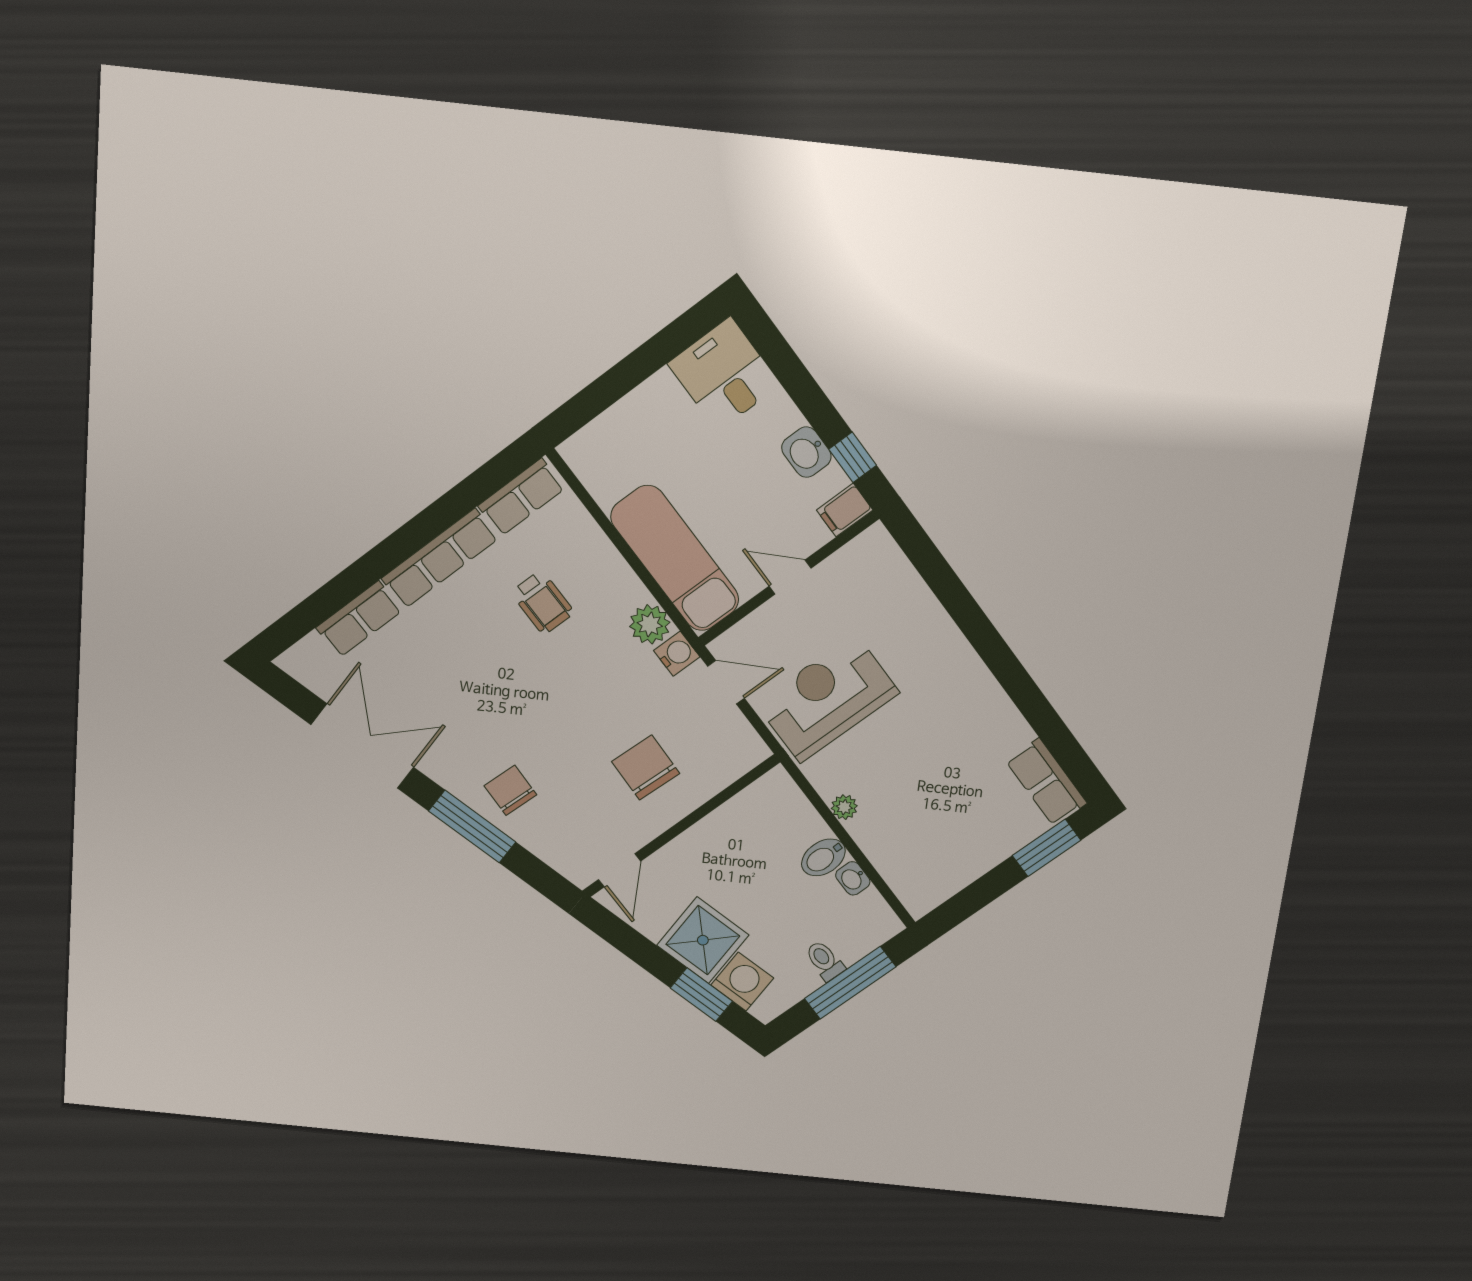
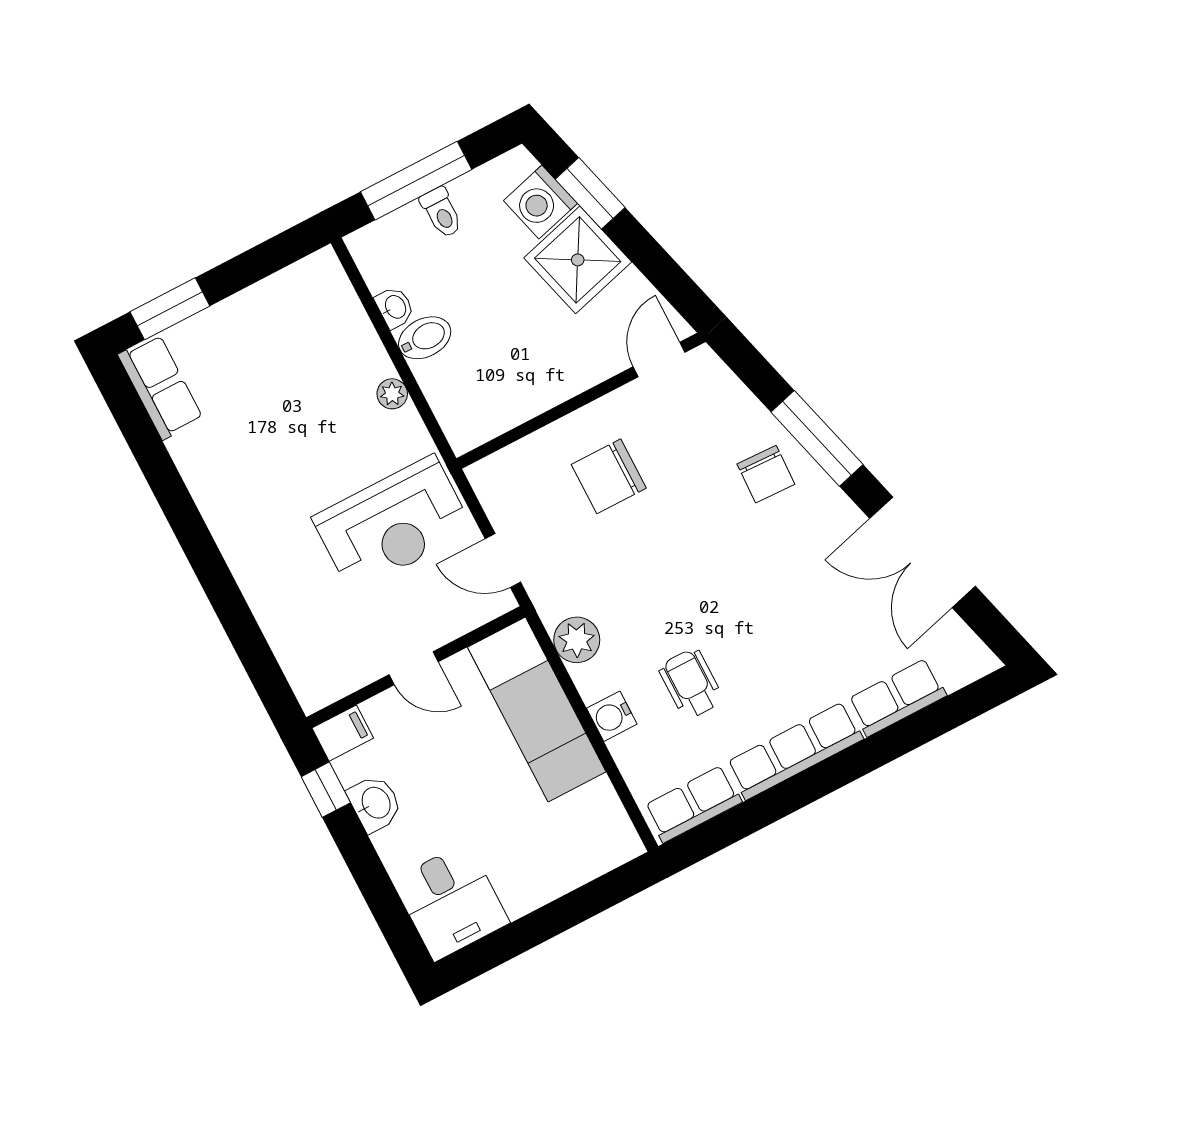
water cooler: (677, 654) -> (612, 716), moved
chair: (646, 767) -> (609, 476), turned 88

